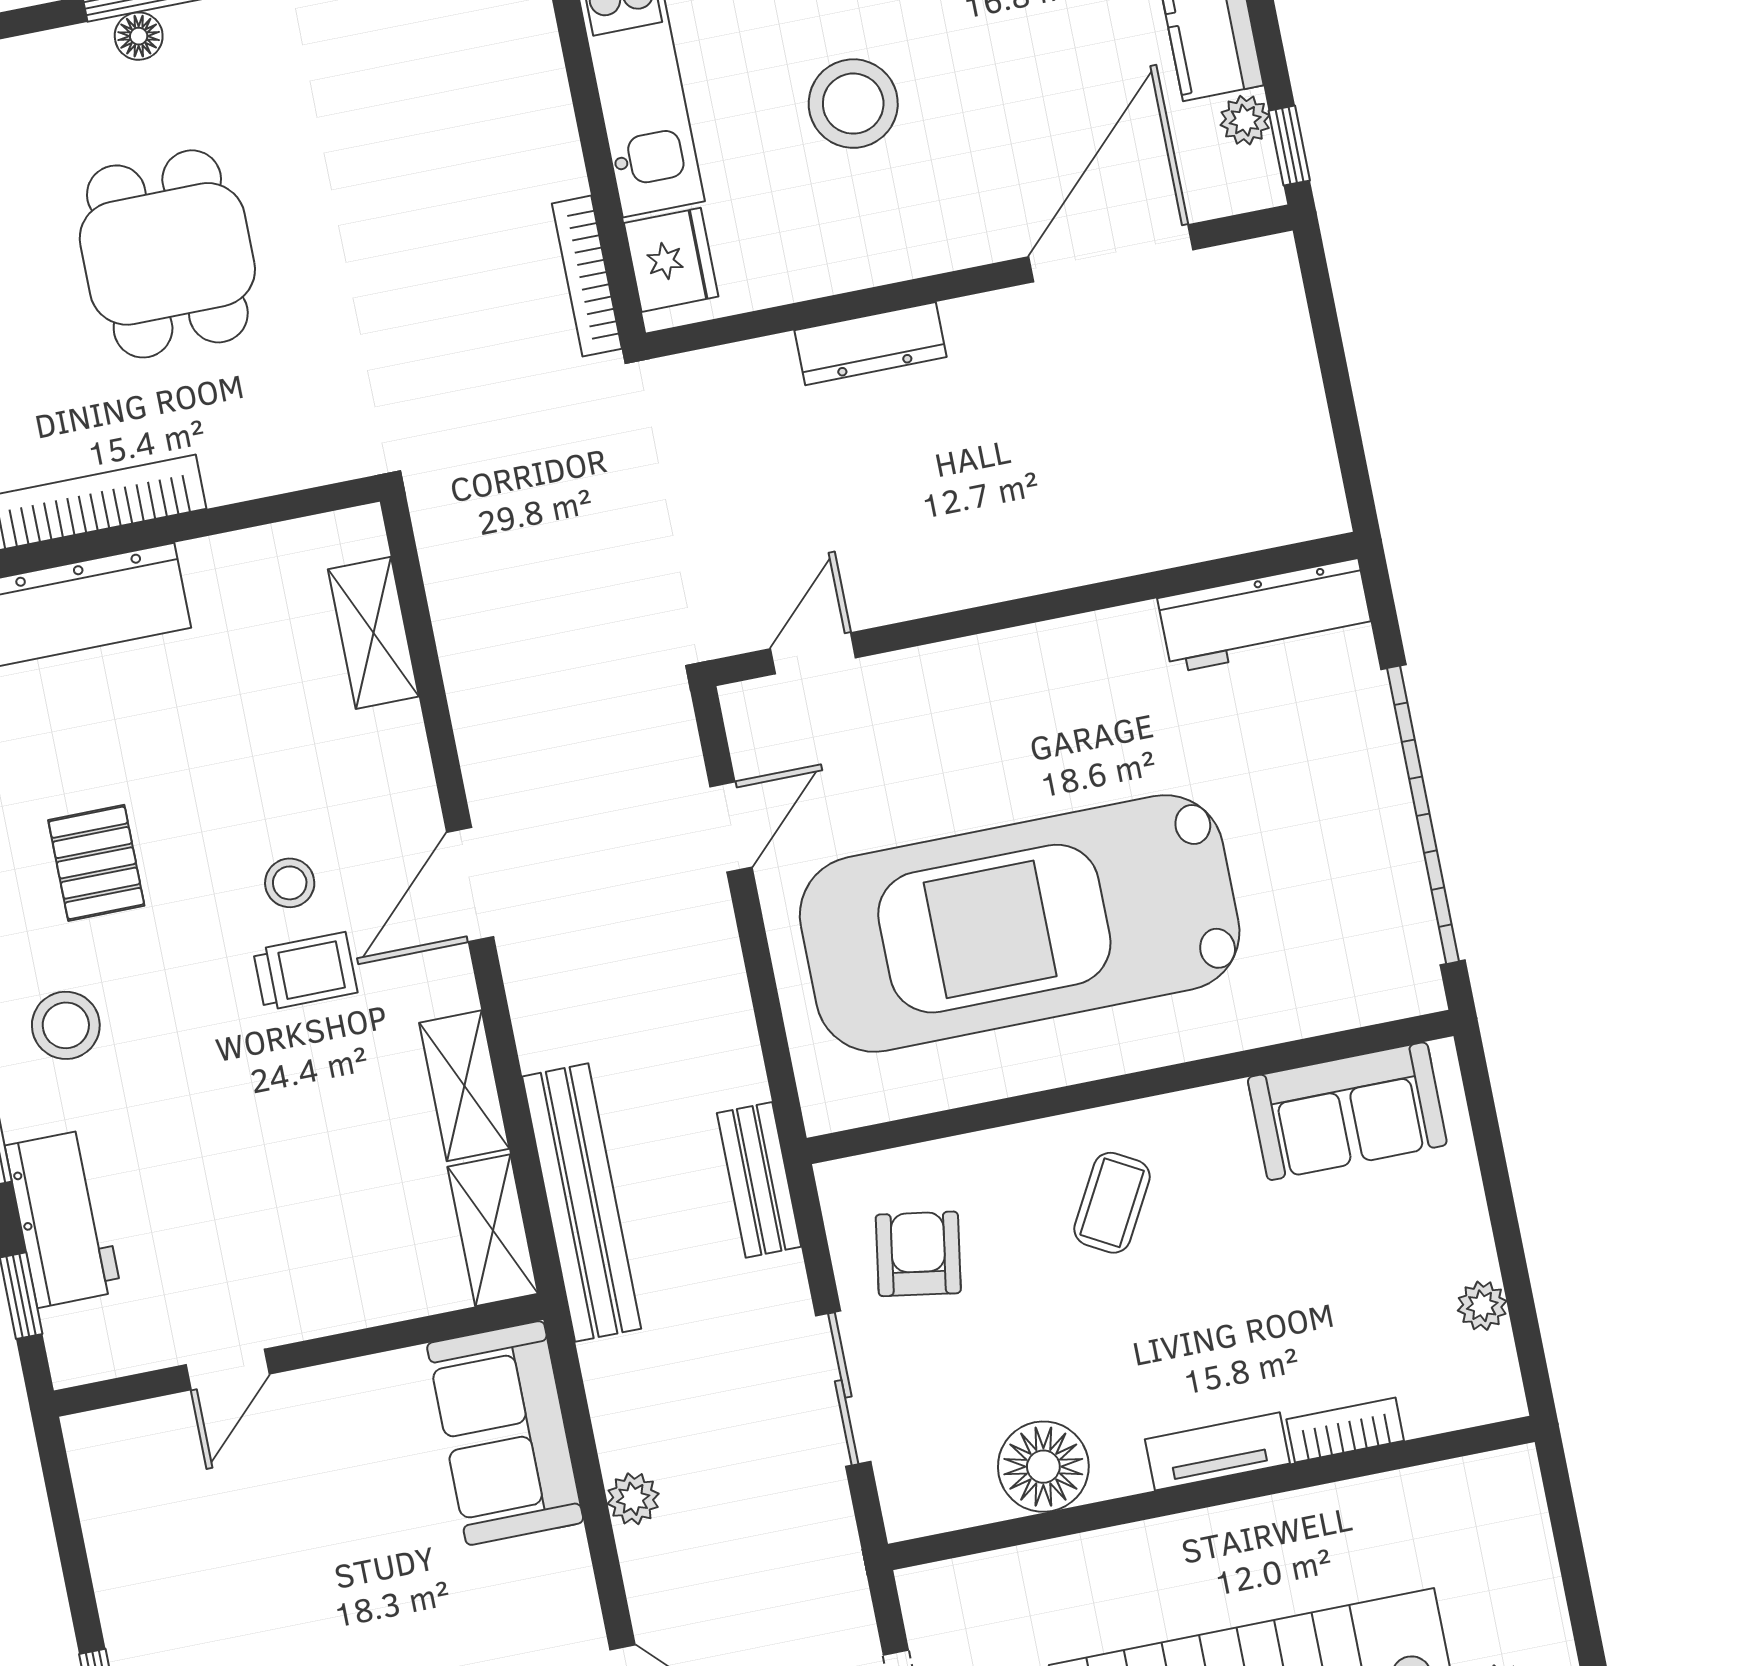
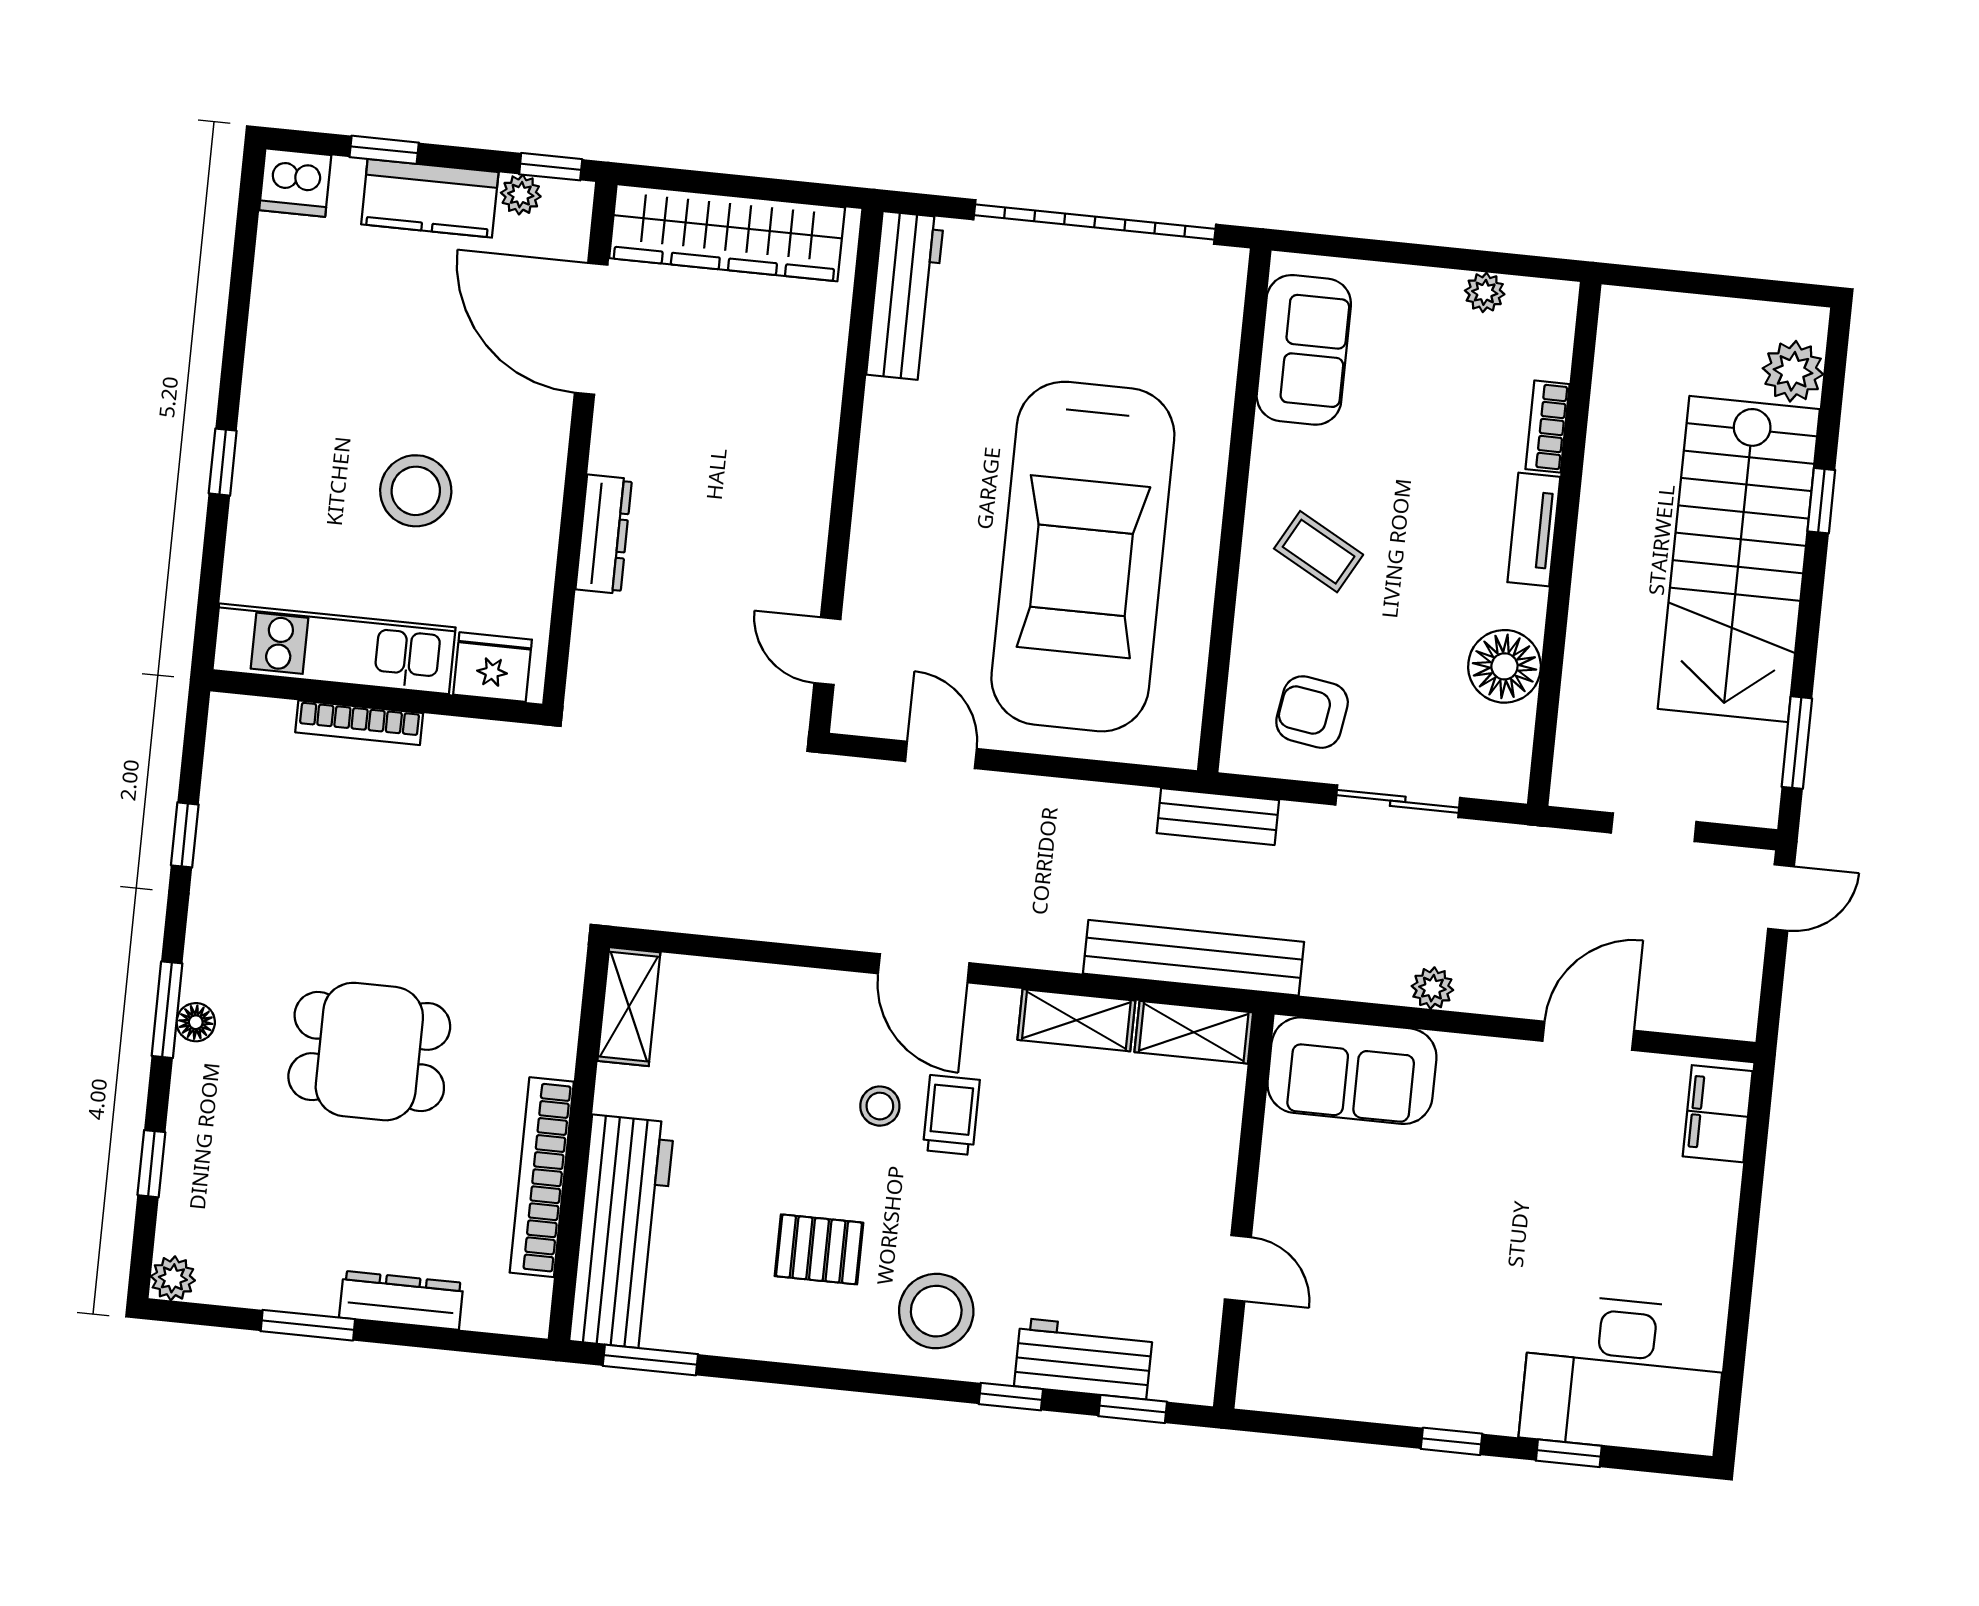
bookcase: (587, 276) -> (359, 723), moved
wardrobe: (1275, 380) -> (727, 233), added
shelving: (373, 633) -> (629, 1007), moved, turned 90
stool: (66, 1025) -> (936, 1311), width x1.38, depth x1.38

